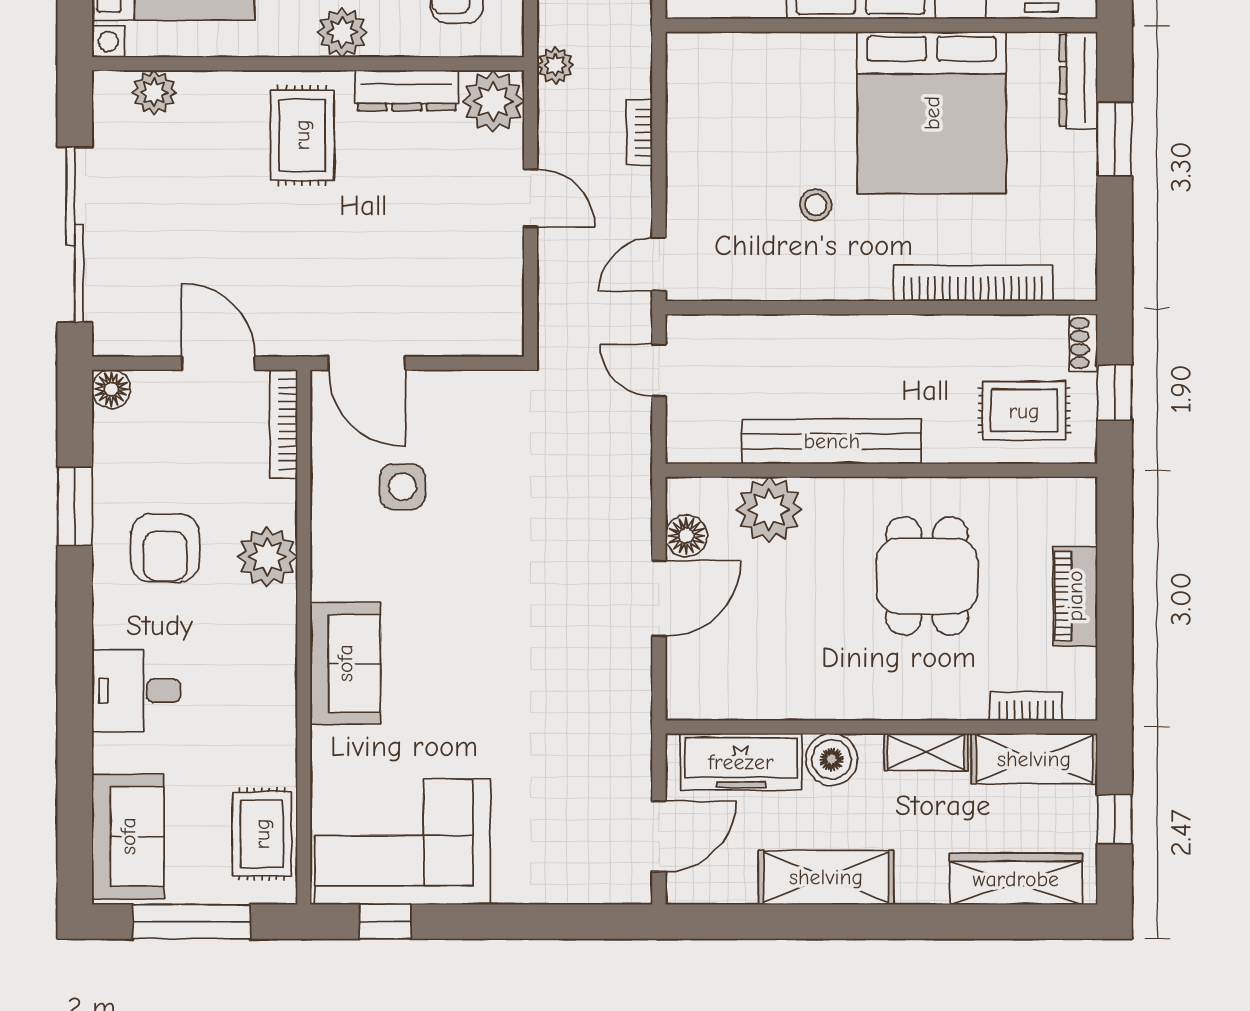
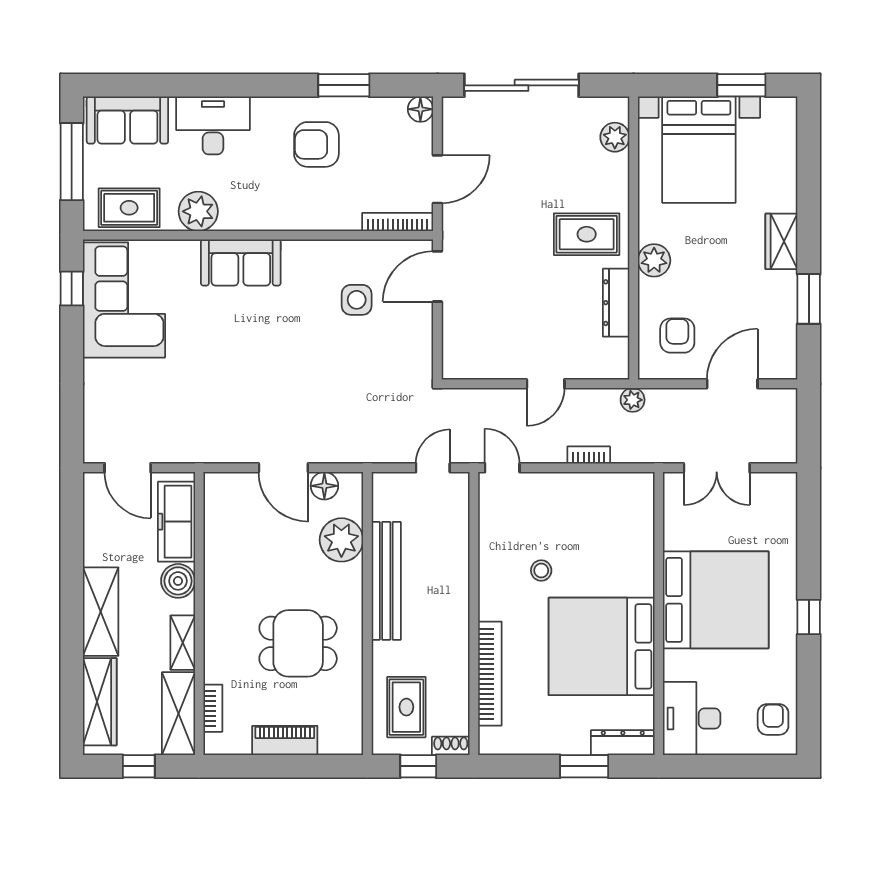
plant: (493, 101) -> (609, 359), removed
plant: (267, 557) -> (198, 211), moved
desk: (136, 691) -> (213, 125), width x1.37
shelving: (826, 877) -> (101, 612), moved

